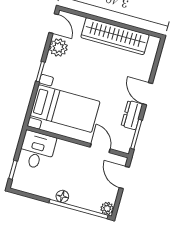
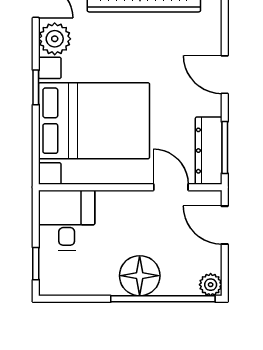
bed with nightstands: (65, 109) -> (94, 121), width x1.36
dresser: (132, 115) -> (209, 151), moved, width x1.44
floor lamp: (62, 196) -> (140, 276), width x1.89, depth x1.89

